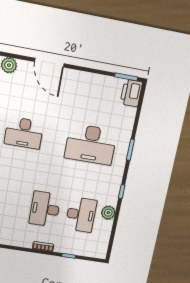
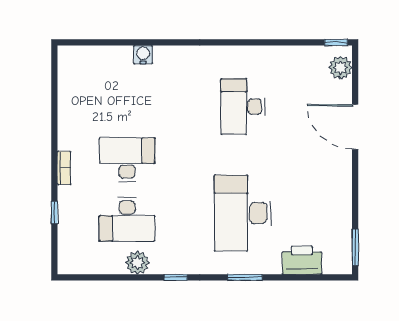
door: (49, 63) -> (355, 127), hinge flipped
printer: (131, 93) -> (302, 260), moved

